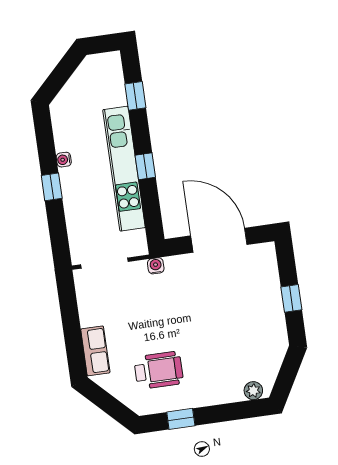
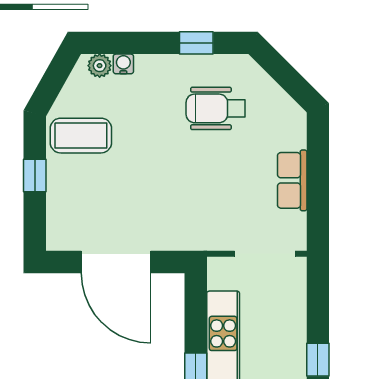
water cooler: (156, 266) -> (123, 64), moved, turned 180
coffee table: (260, 334) -> (81, 136), added
row of seats: (95, 351) -> (292, 180), moved

